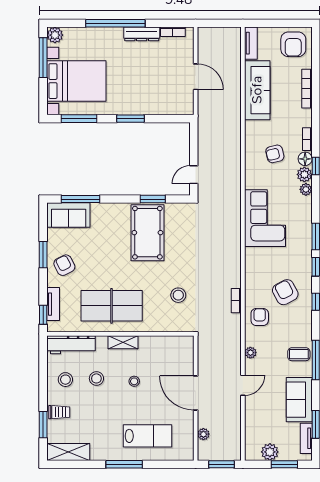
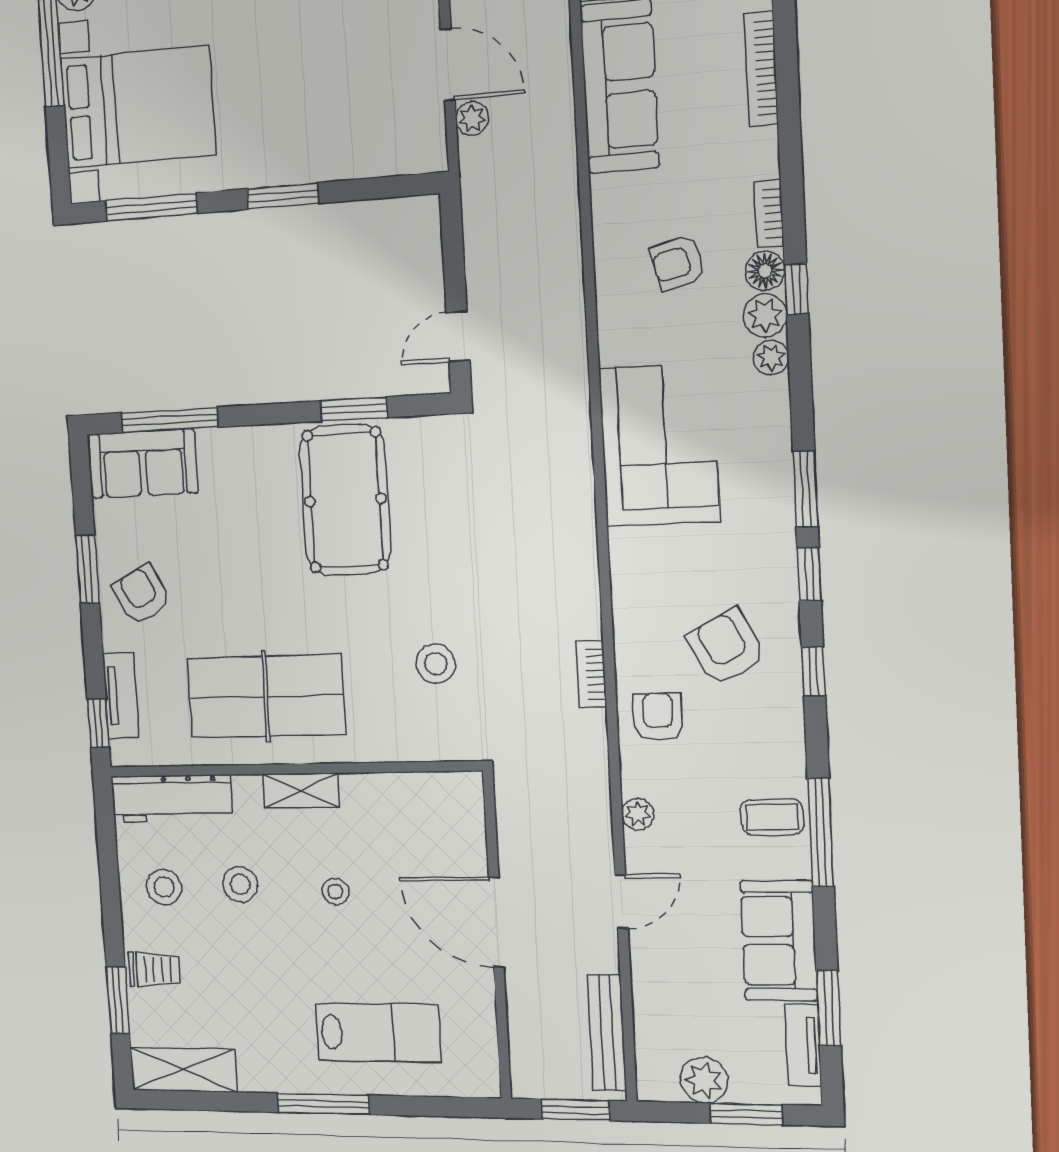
plant: (203, 434) -> (472, 119), moved
bench: (235, 435) -> (607, 1033), added

